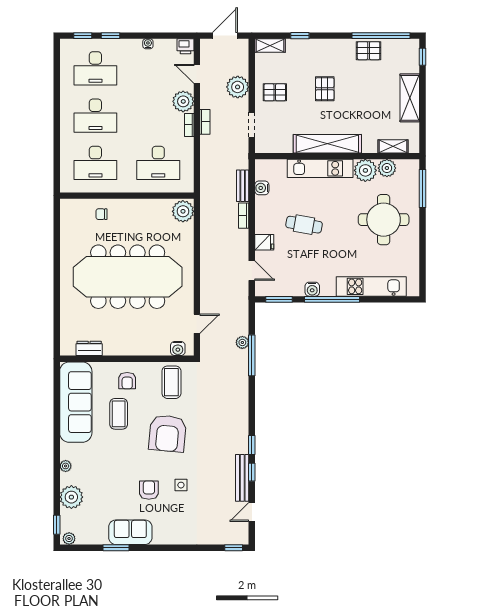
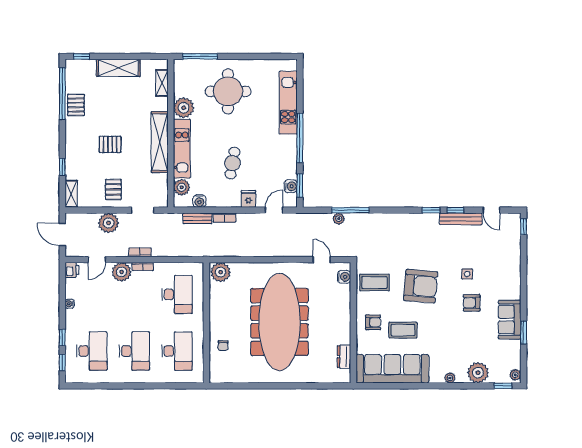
plant: (387, 168) -> (182, 187), moved
water cooler: (312, 289) -> (291, 186), moved

